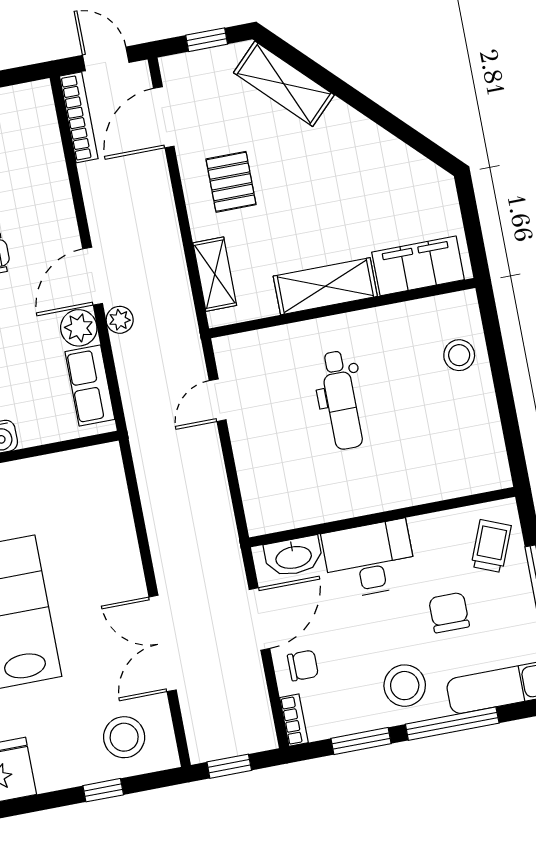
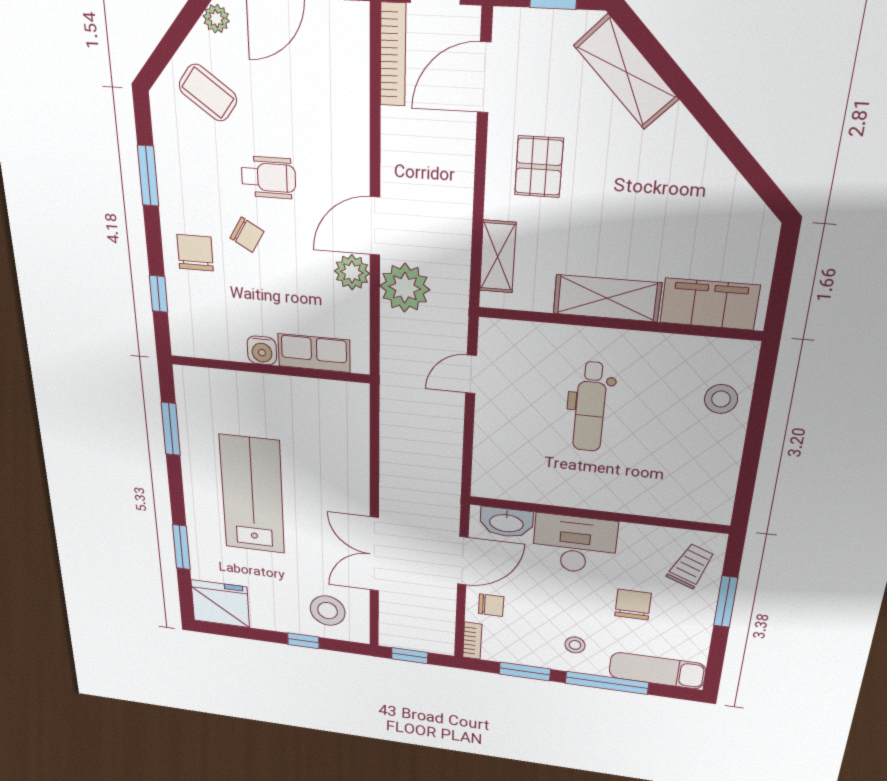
plant: (120, 320) -> (405, 288), width x1.87, depth x1.87
row of seats: (90, 386) -> (314, 353), moved, turned 90
stool: (405, 686) -> (575, 645), width x0.53, depth x0.53

